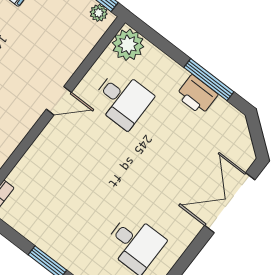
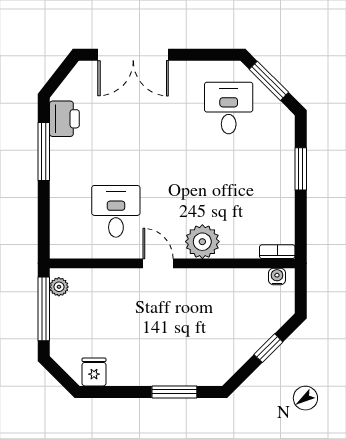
plant: (128, 45) -> (202, 242), moved
printer: (197, 95) -> (64, 119), moved

